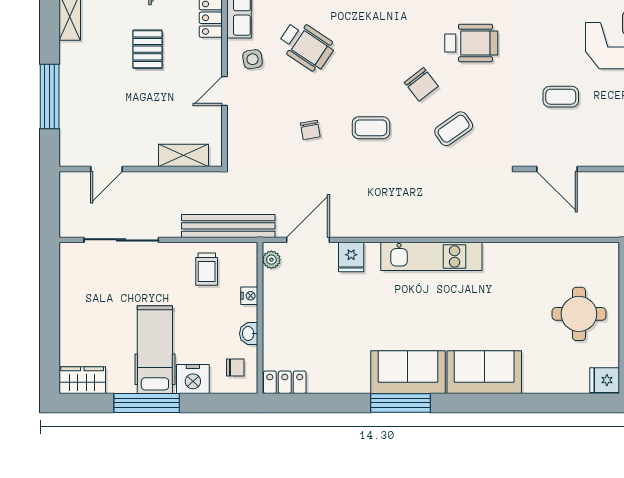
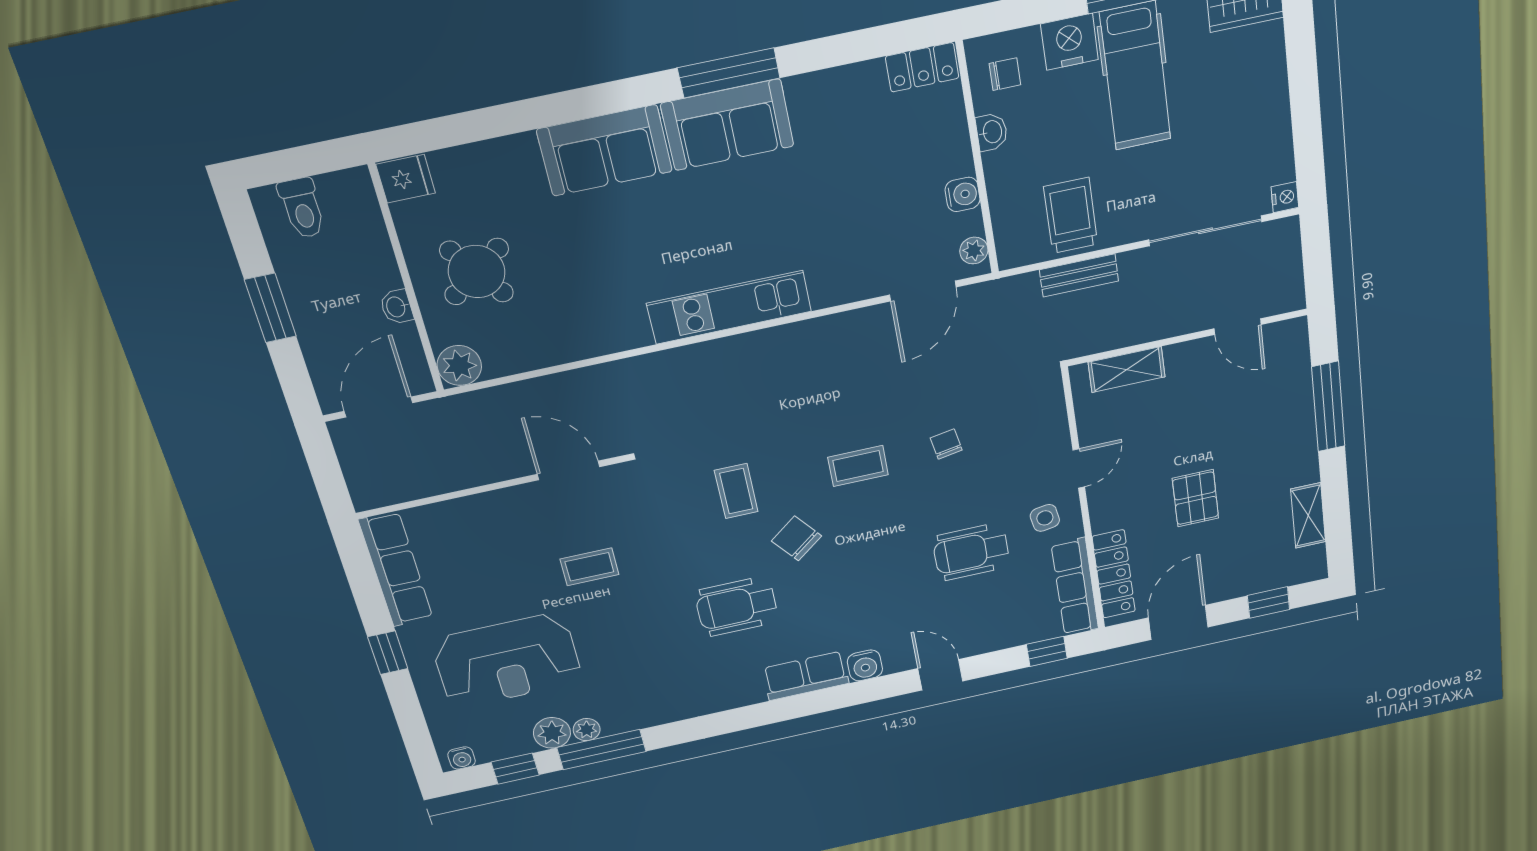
wheelchair: (306, 46) -> (971, 552), turned -34
coffee table: (454, 129) -> (736, 491), turned -55
door: (106, 169) -> (1238, 327), swing flipped
bench: (228, 226) -> (1079, 275), width x0.54, depth x0.82
plant: (606, 256) -> (459, 366), added
fridge: (351, 257) -> (852, 280), removed
trolley: (207, 269) -> (1071, 216), width x1.36, depth x1.39
nightstand: (249, 296) -> (1285, 197), moved, turned 180
water cooler: (273, 298) -> (963, 194), added
round table: (579, 314) -> (477, 272), turned -36
chair: (235, 368) -> (1005, 74), turned 180

